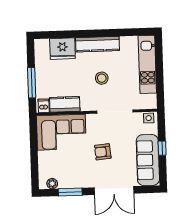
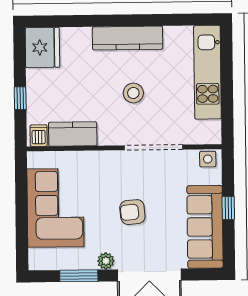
fridge: (62, 49) -> (42, 47), moved, turned -90
window: (32, 83) -> (20, 98), width x0.46
corner sofa: (61, 132) -> (55, 208), moved, turned -90
plant: (52, 184) -> (106, 261), moved

